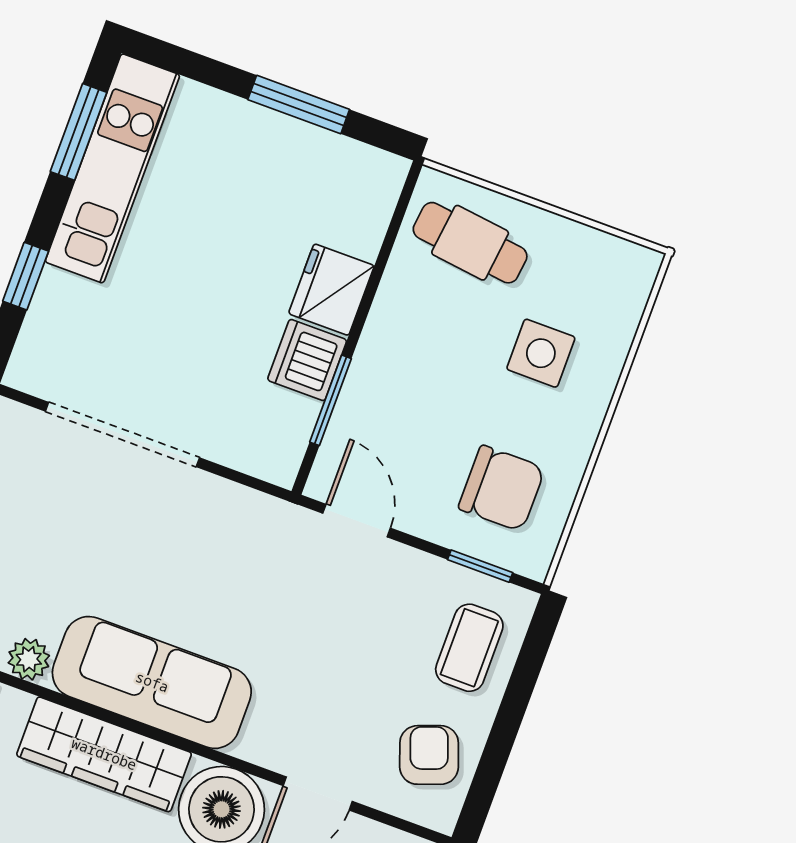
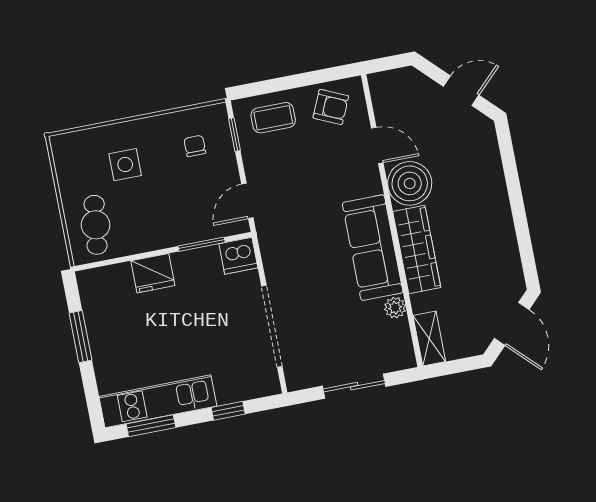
dishwasher: (307, 360) -> (238, 256), moved
chair: (502, 488) -> (195, 146), width x0.54, depth x0.54
armchair: (429, 755) -> (331, 107), turned -136

